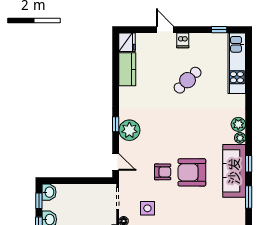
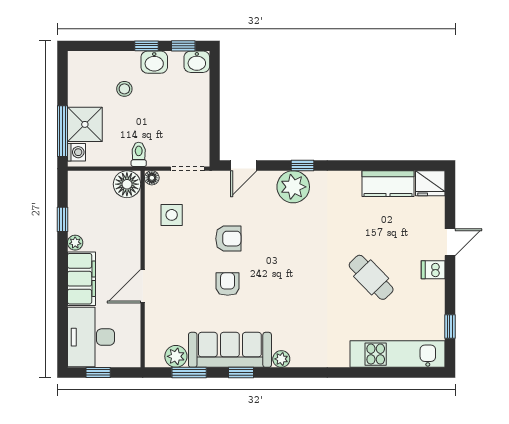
plant: (238, 124) -> (176, 356), moved
armchair: (163, 172) -> (228, 239), turned -90
armchair: (192, 172) -> (228, 284), width x0.53, depth x0.53

